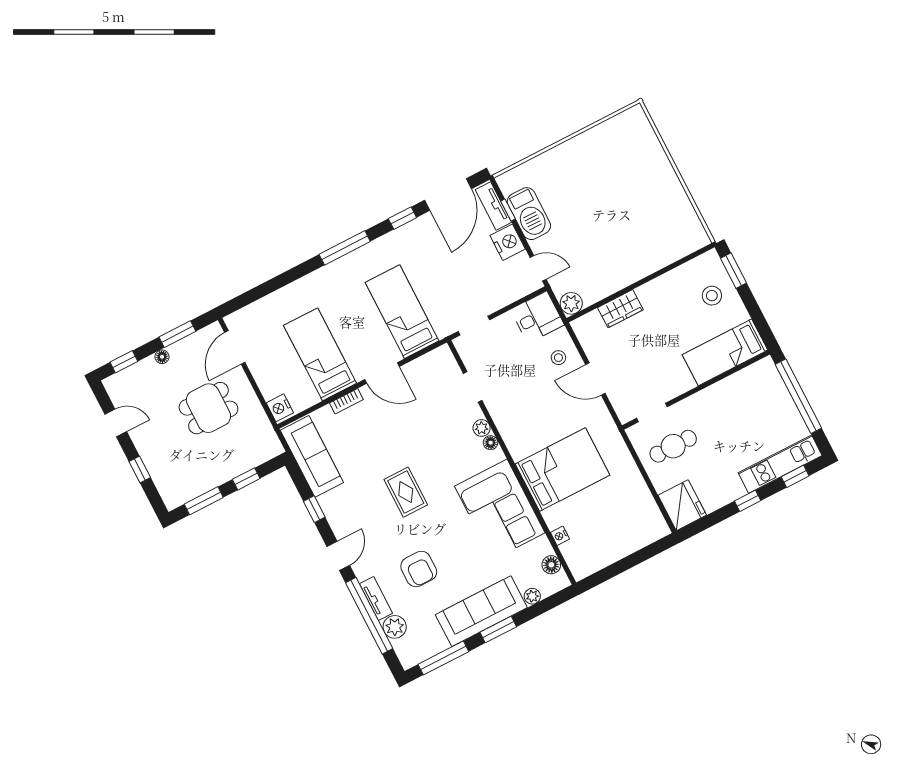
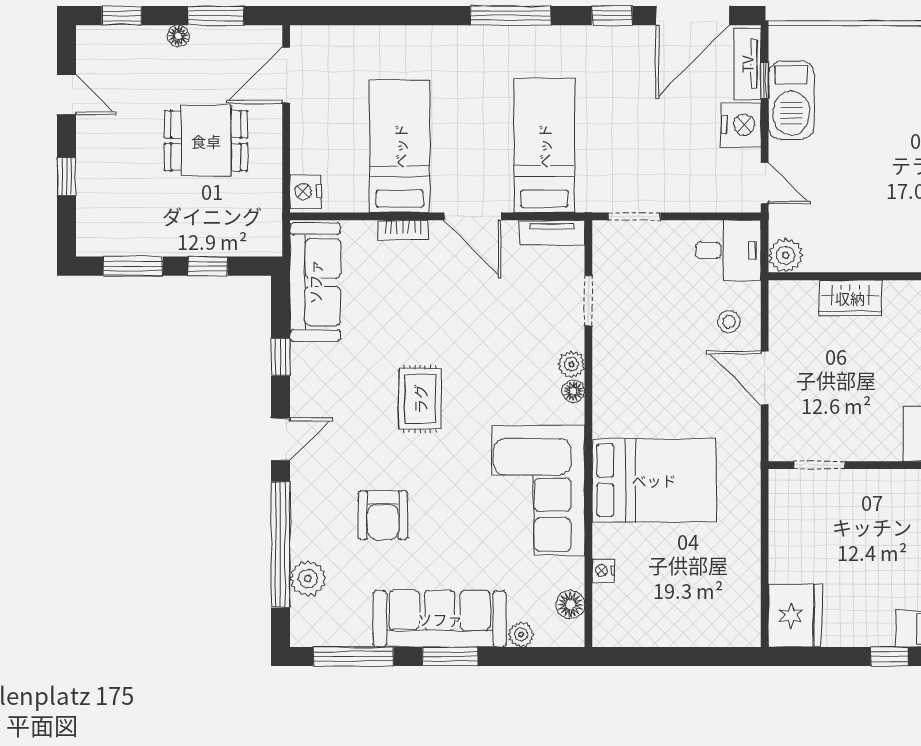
cafe table: (673, 446) -> (825, 527), removed
tv unit: (376, 598) -> (552, 233), moved, turned 90

